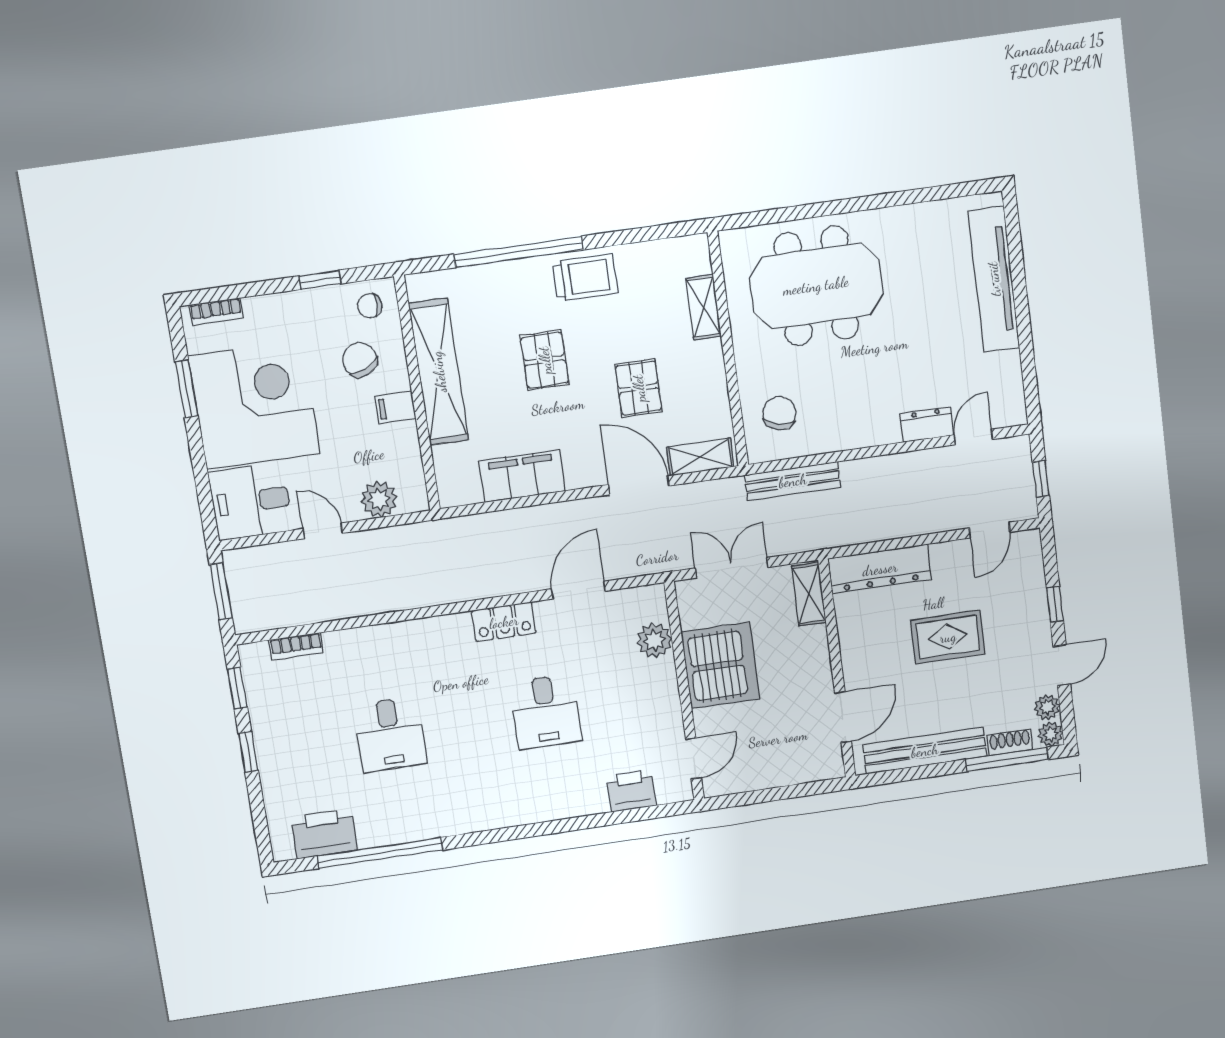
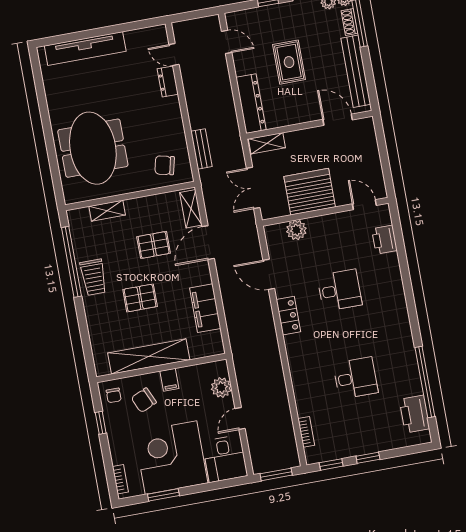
window: (519, 252) -> (71, 262), moved
trolley: (585, 278) -> (94, 277), turned 180
window: (1041, 479) -> (196, 14), removed
bench: (793, 481) -> (201, 149), width x0.73

